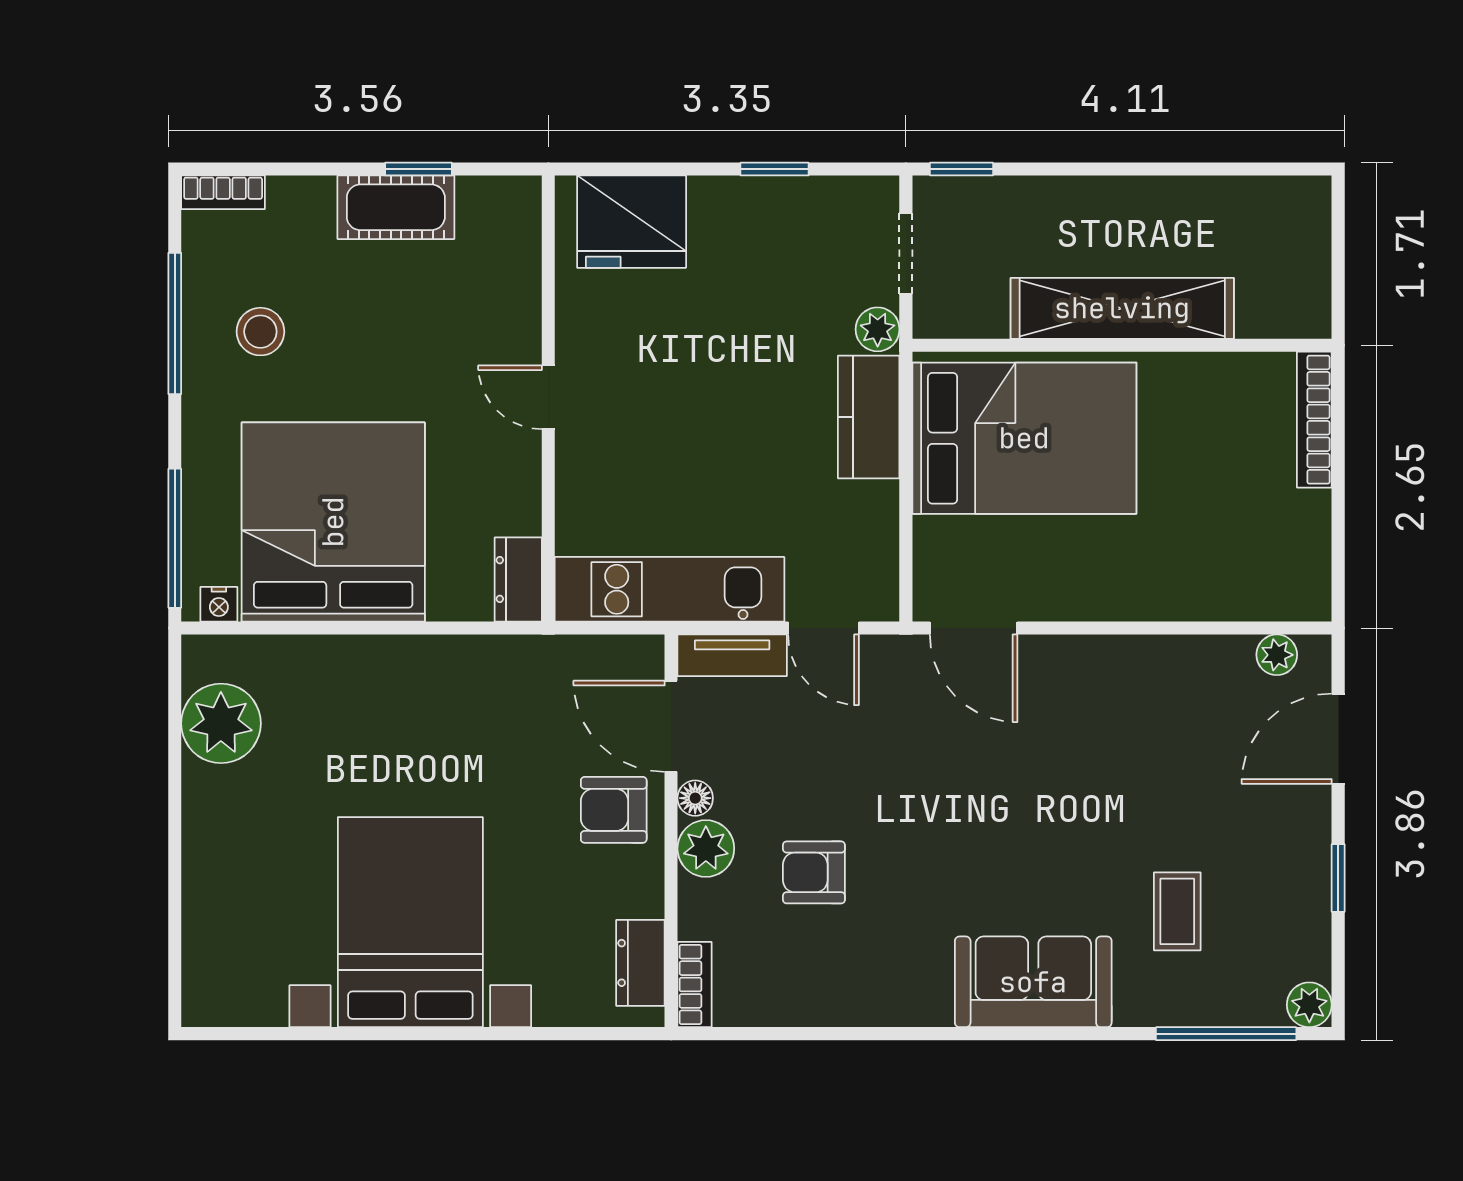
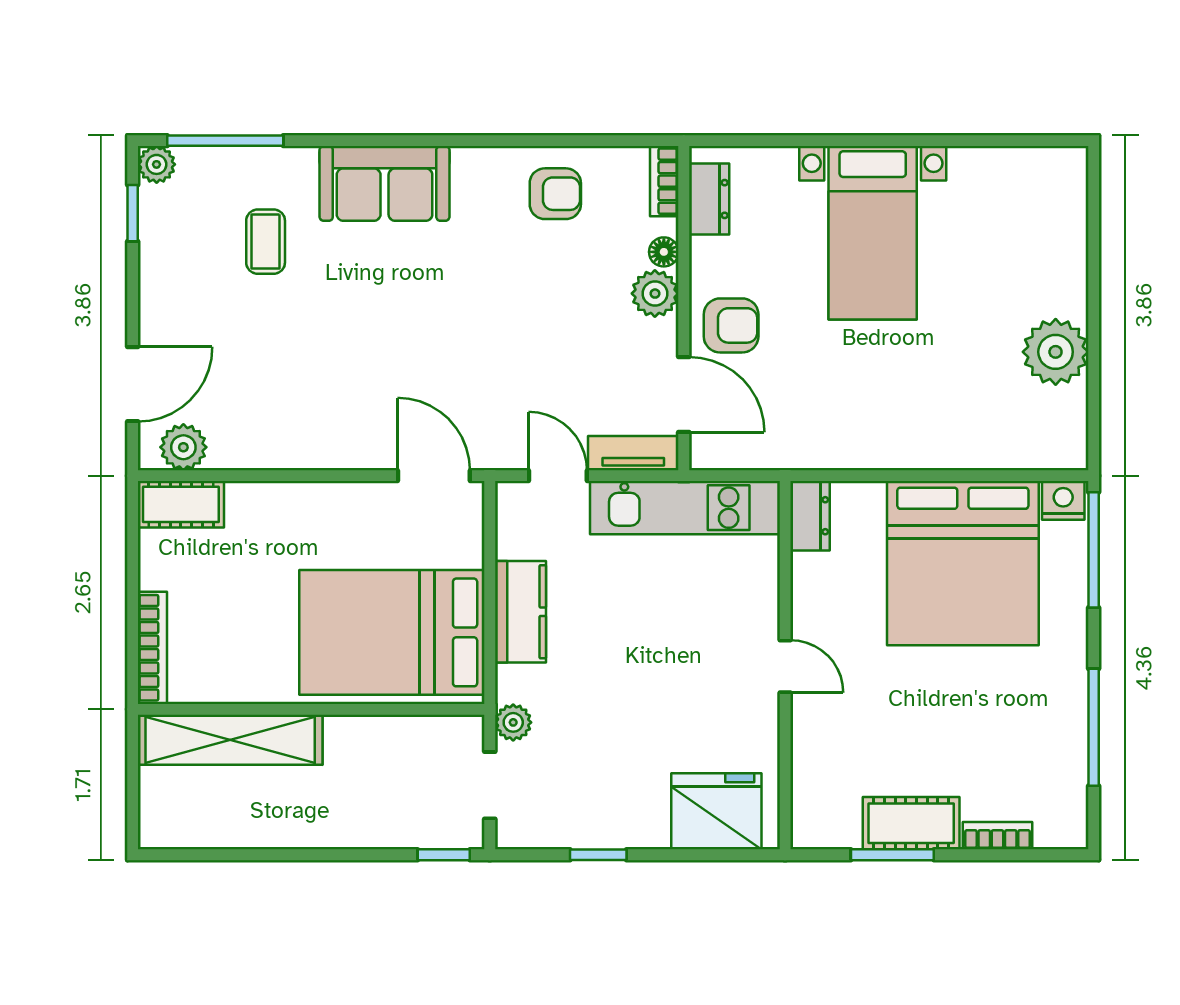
window: (419, 169) -> (892, 855), width x1.50
bookcase: (223, 192) -> (997, 836), moved
shelving: (1122, 308) -> (230, 740), moved
stool: (260, 332) -> (1023, 721), removed
kitchen counter: (869, 417) -> (520, 612), moved
cot: (1280, 593) -> (181, 504), added
nightstand: (219, 604) -> (1063, 500), width x1.39, depth x1.35
plant: (1277, 655) -> (183, 447), width x1.38, depth x1.38
plant: (221, 723) -> (1056, 352), moved
floor lamp: (695, 798) -> (664, 252), moved
armchair: (814, 872) -> (555, 194), moved
window: (1338, 878) -> (133, 213), moved
bed with nightstands: (410, 922) -> (873, 233), width x0.73

